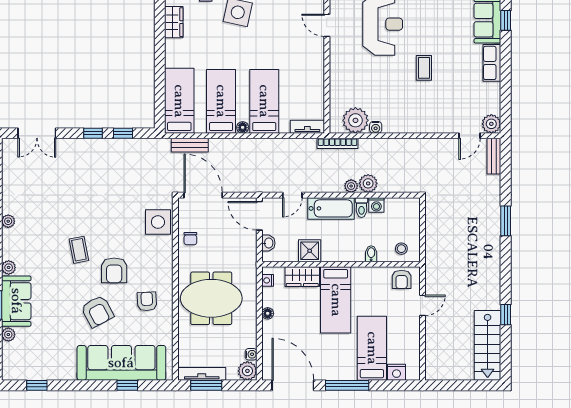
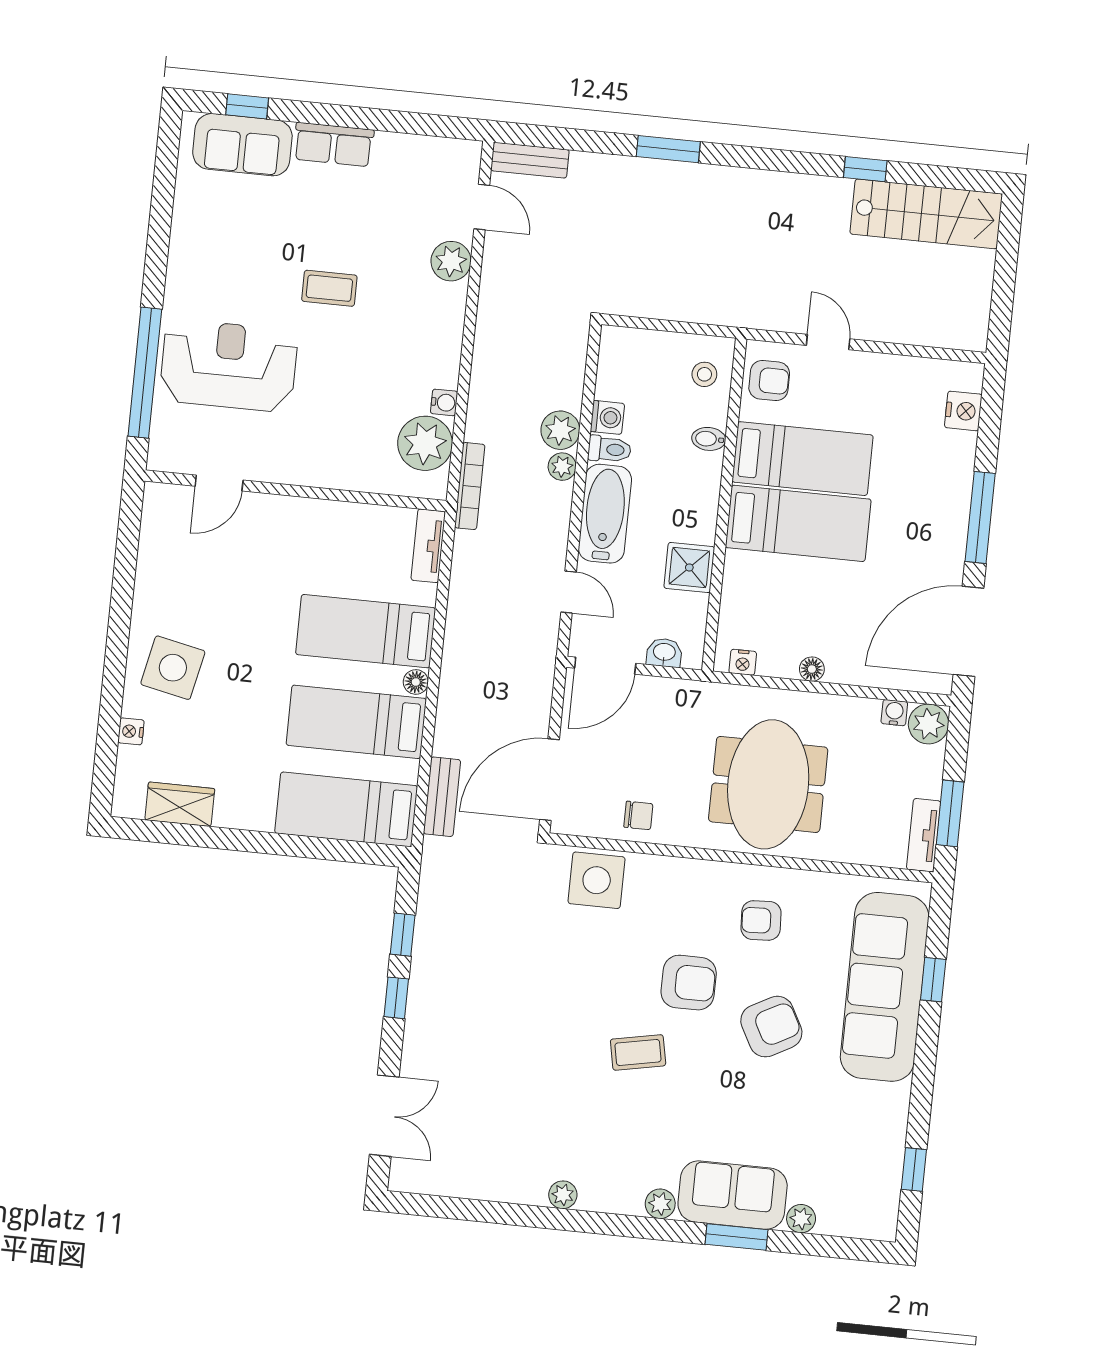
plant: (491, 124) -> (451, 261), moved
wardrobe: (302, 277) -> (742, 589), removed
bed: (372, 348) -> (803, 459), moved, turned 180
tv unit: (202, 374) -> (924, 835), width x0.71

